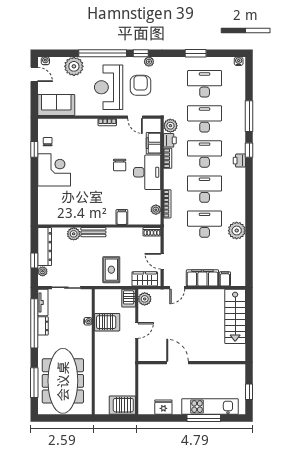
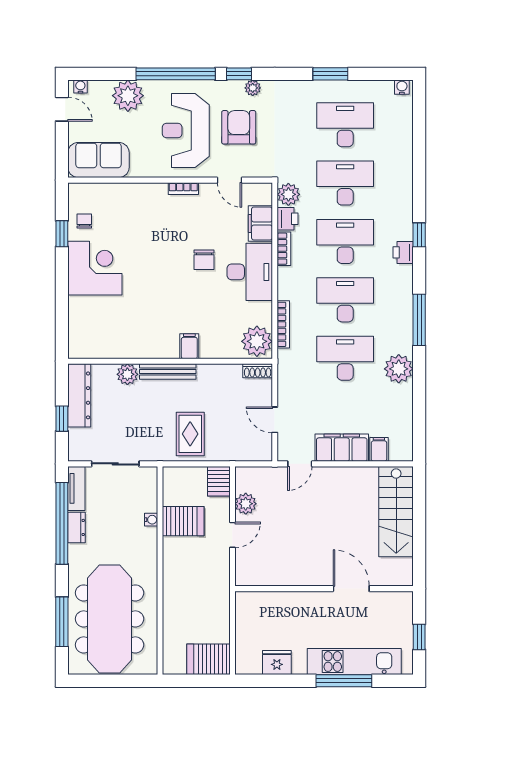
window: (249, 116) -> (419, 320), moved
plant: (156, 210) -> (257, 341), width x1.87, depth x1.87
filing cabinet: (122, 217) -> (189, 346), moved
bench: (93, 232) -> (168, 372), width x1.36
plant: (43, 271) -> (76, 437), removed
wardrobe: (145, 279) -> (246, 449), removed
plant: (145, 299) -> (246, 504), moved
door: (178, 363) -> (351, 589), moved

